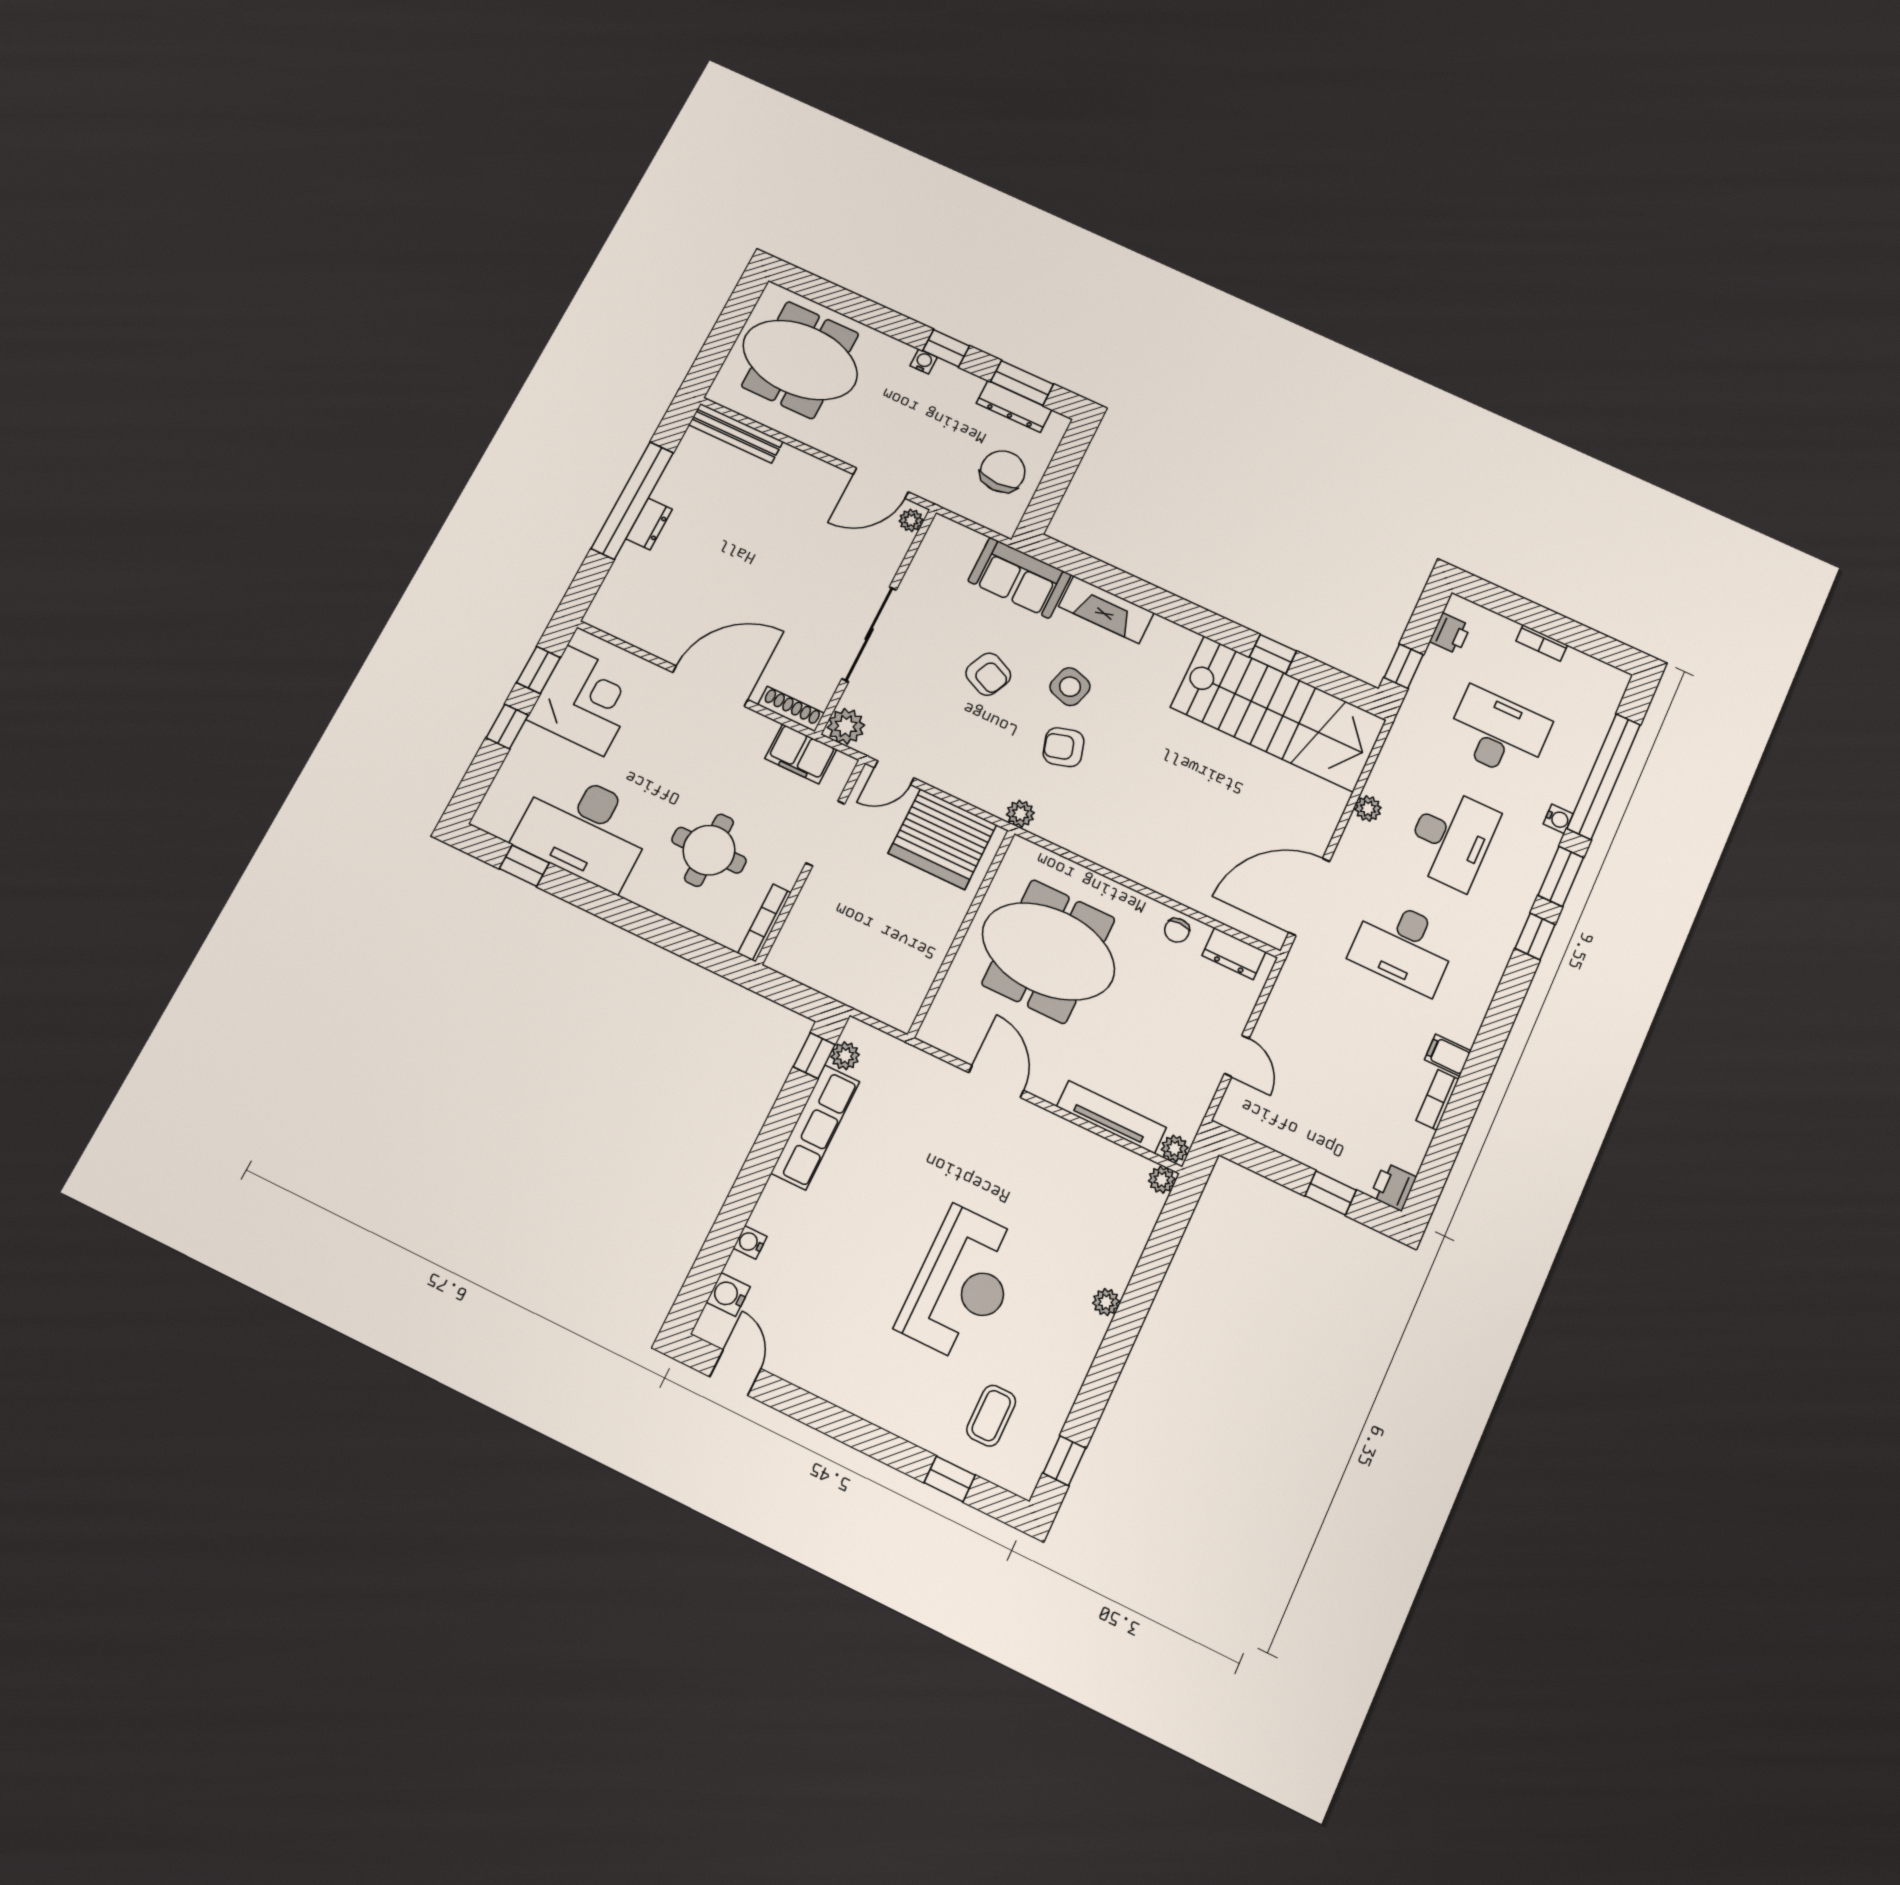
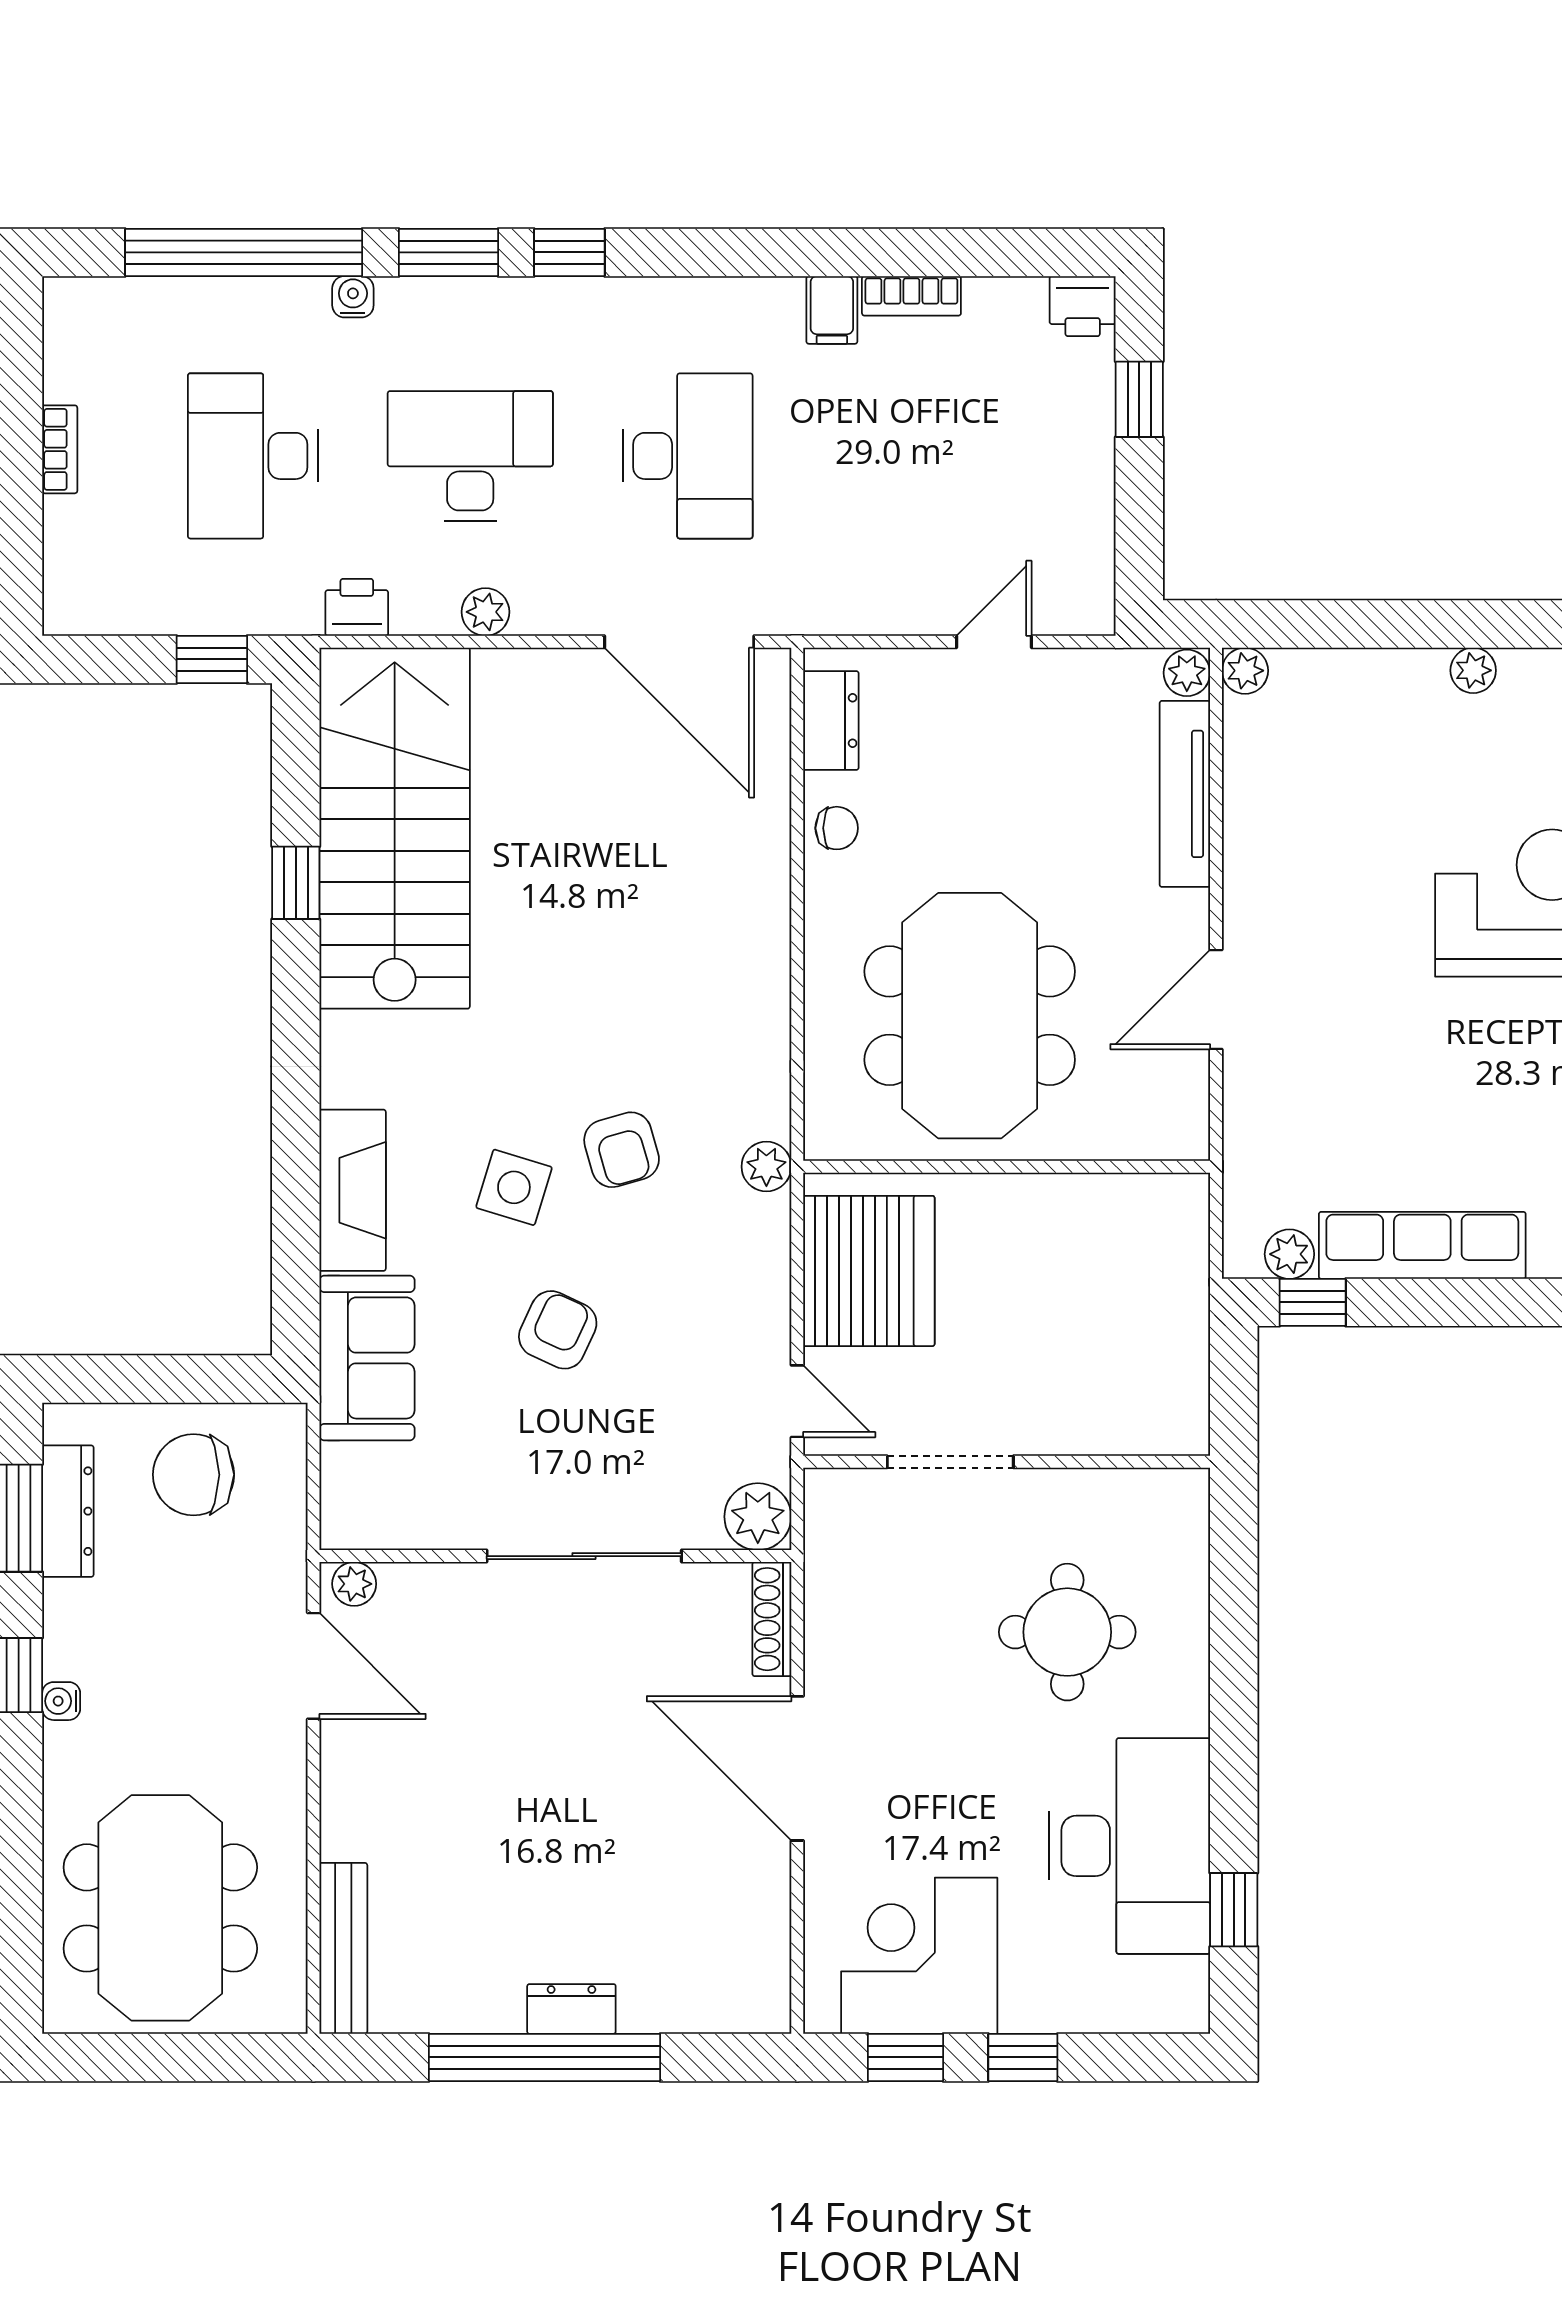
printer: (1450, 634) -> (357, 607), moved
filing cabinet: (801, 754) -> (839, 1566), removed
bookcase: (764, 923) -> (1141, 1485), removed

